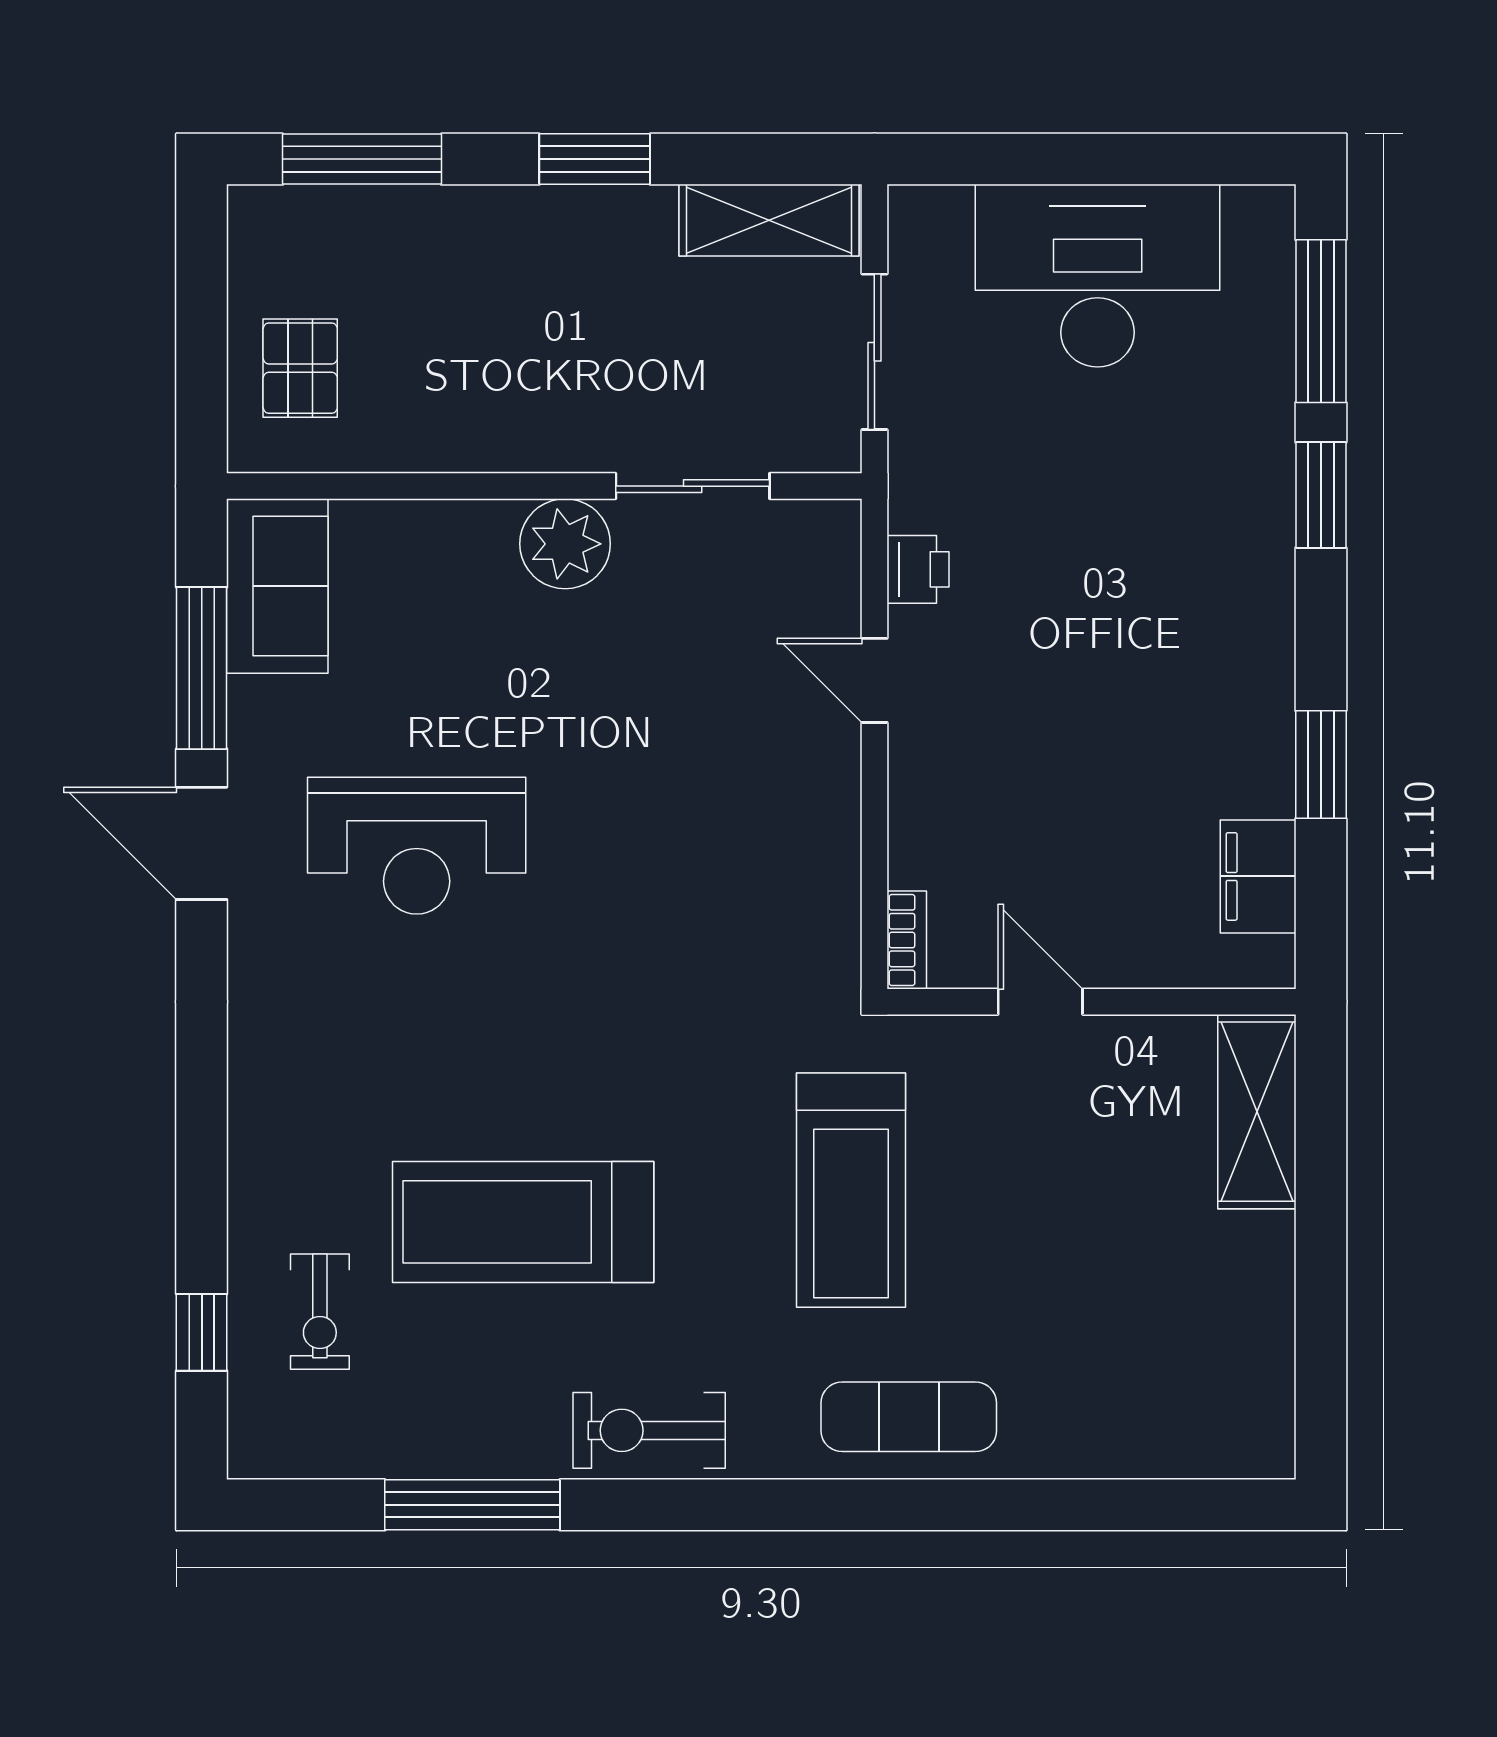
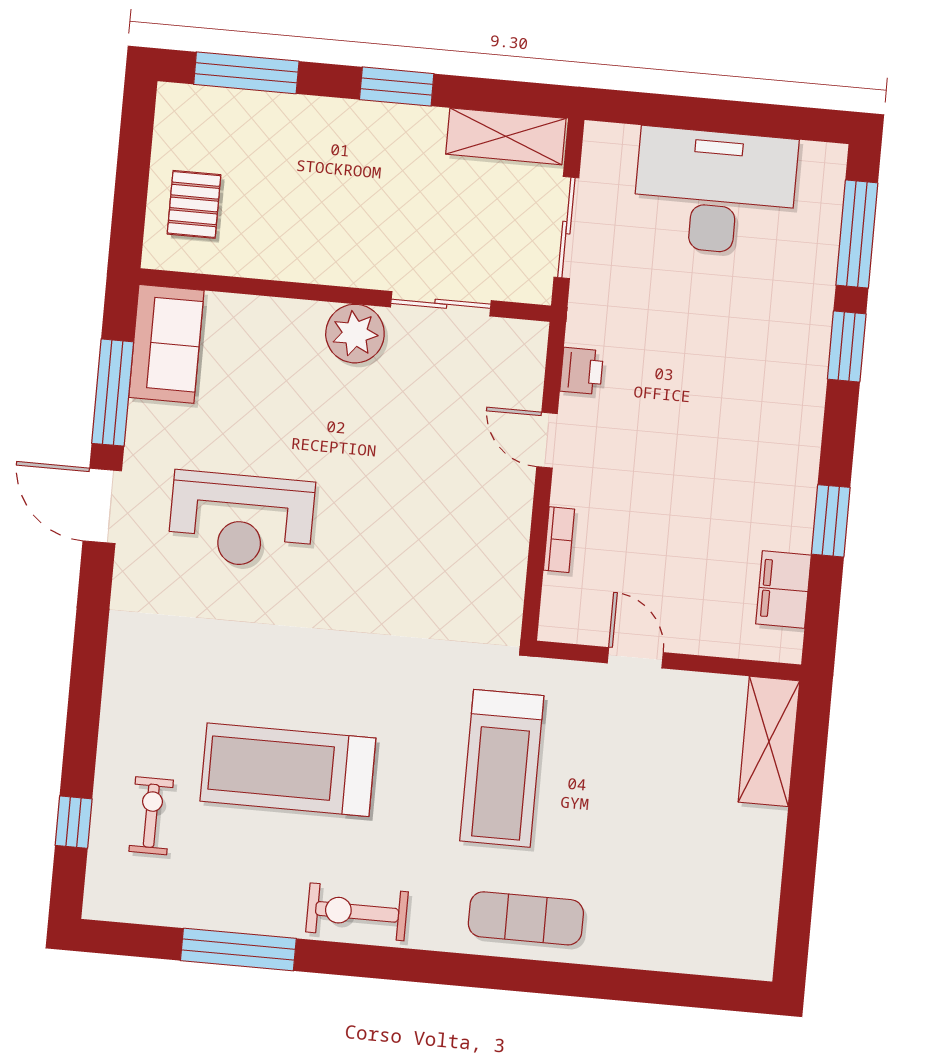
bookcase: (907, 940) -> (559, 540), moved
exercise bike: (320, 1312) -> (151, 816), turned 180

